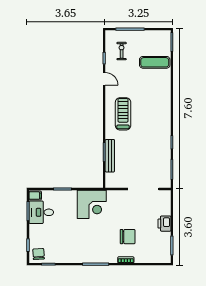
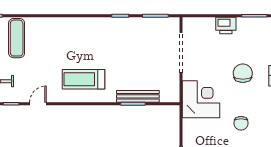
corner desk: (92, 204) -> (201, 99), moved
chair: (89, 235) -> (241, 123), added

